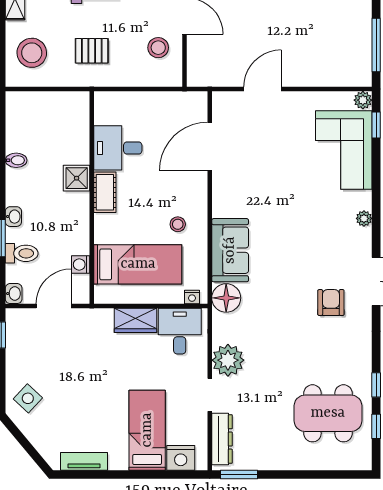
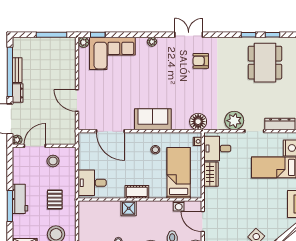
desk: (118, 148) -> (92, 183), moved, turned 90
sofa: (230, 250) -> (153, 119), moved

